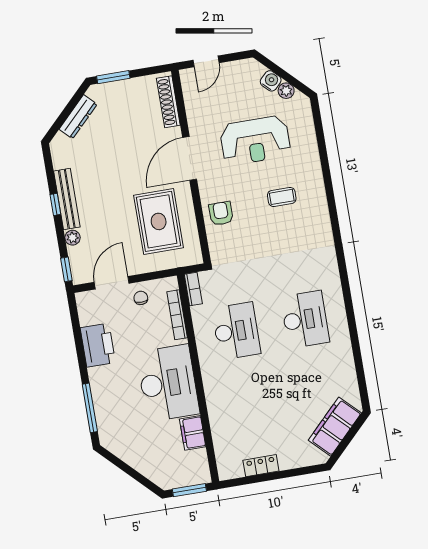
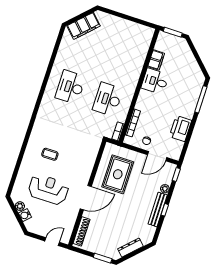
armchair: (221, 213) -> (85, 162), removed
desk: (168, 383) -> (155, 81), width x0.53, depth x0.77
locker: (261, 466) -> (131, 26), removed

